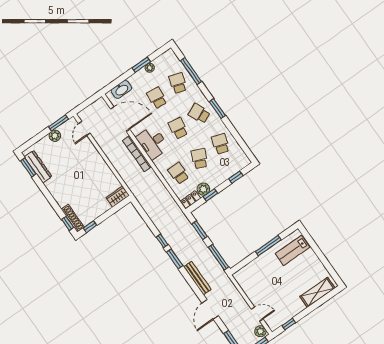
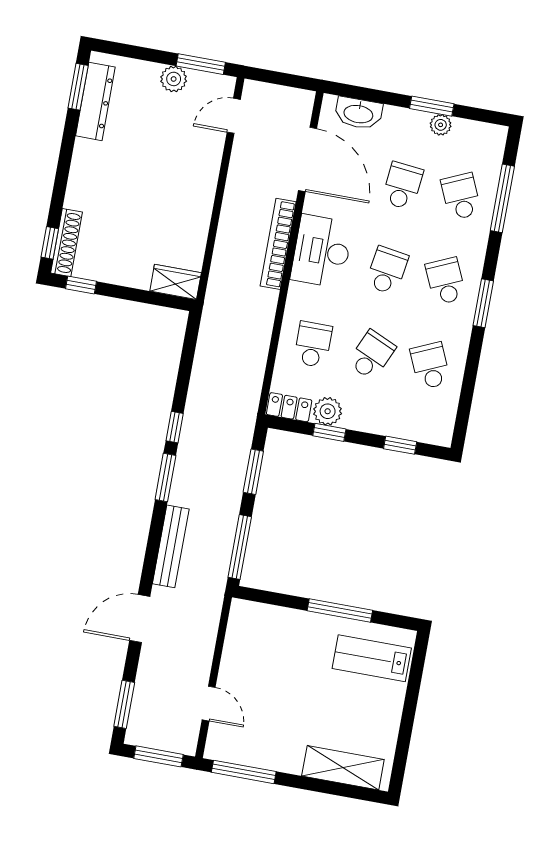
school desk: (178, 83) -> (461, 196), turned -42
school desk: (221, 144) -> (430, 366), turned -42
window: (289, 324) -> (244, 772), width x2.17
plant: (260, 331) -> (186, 737), removed

